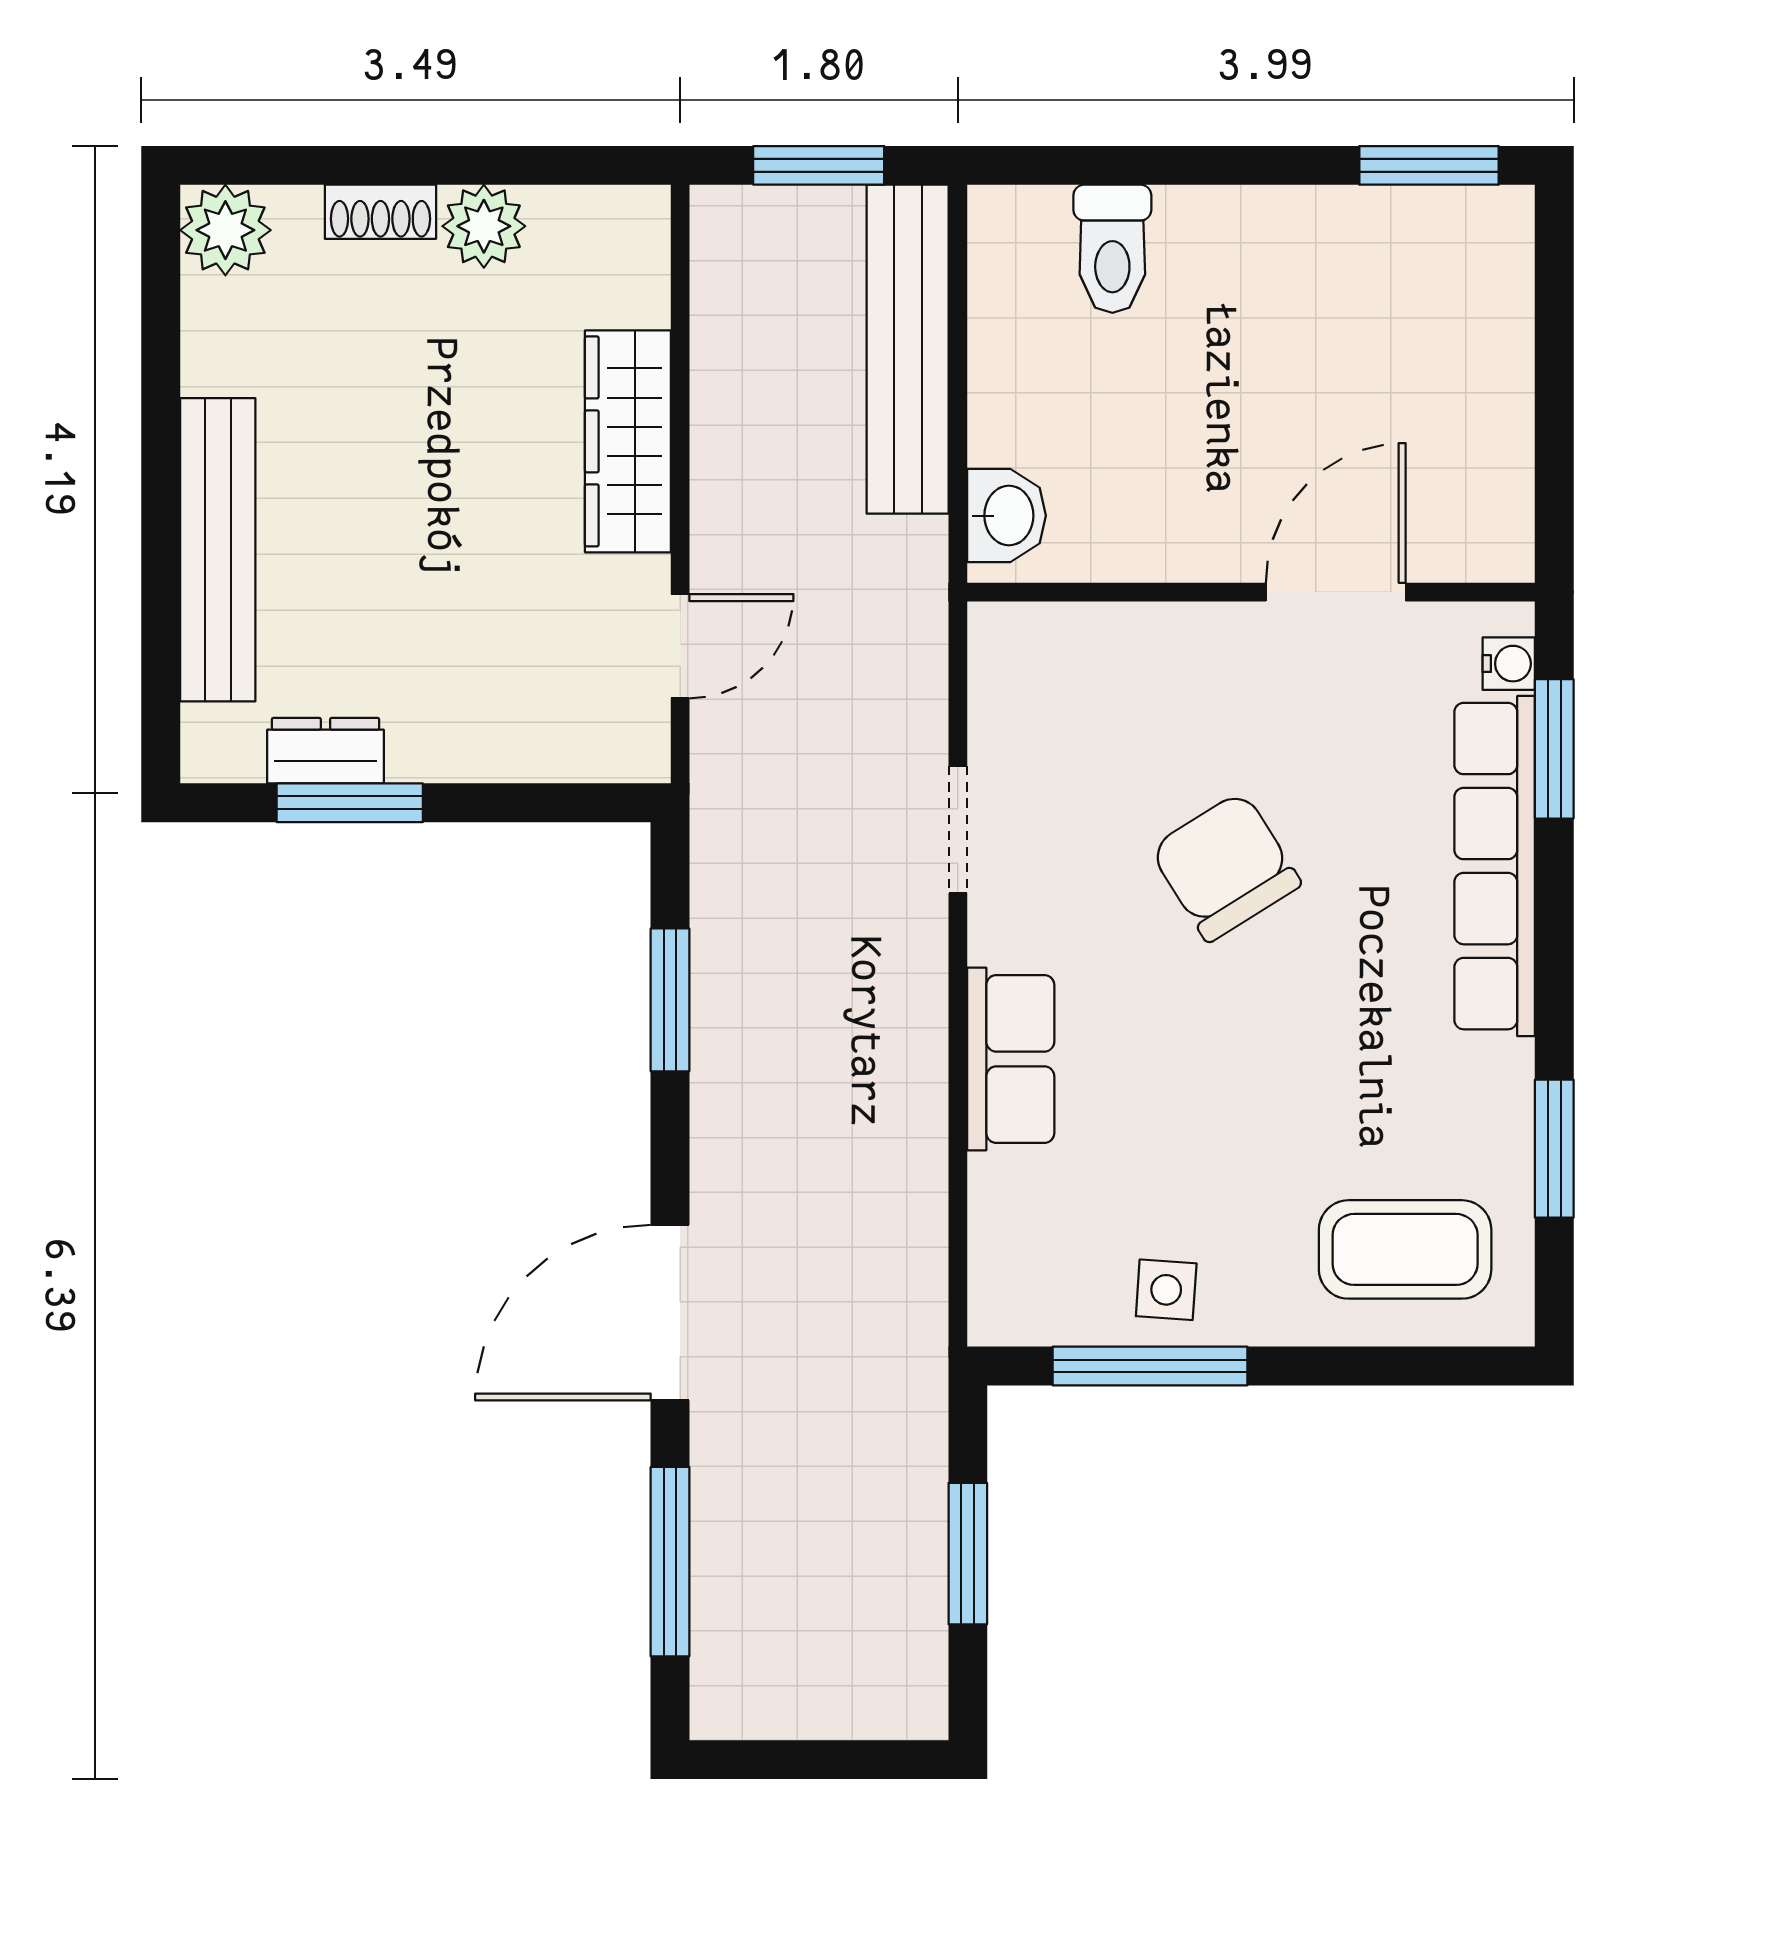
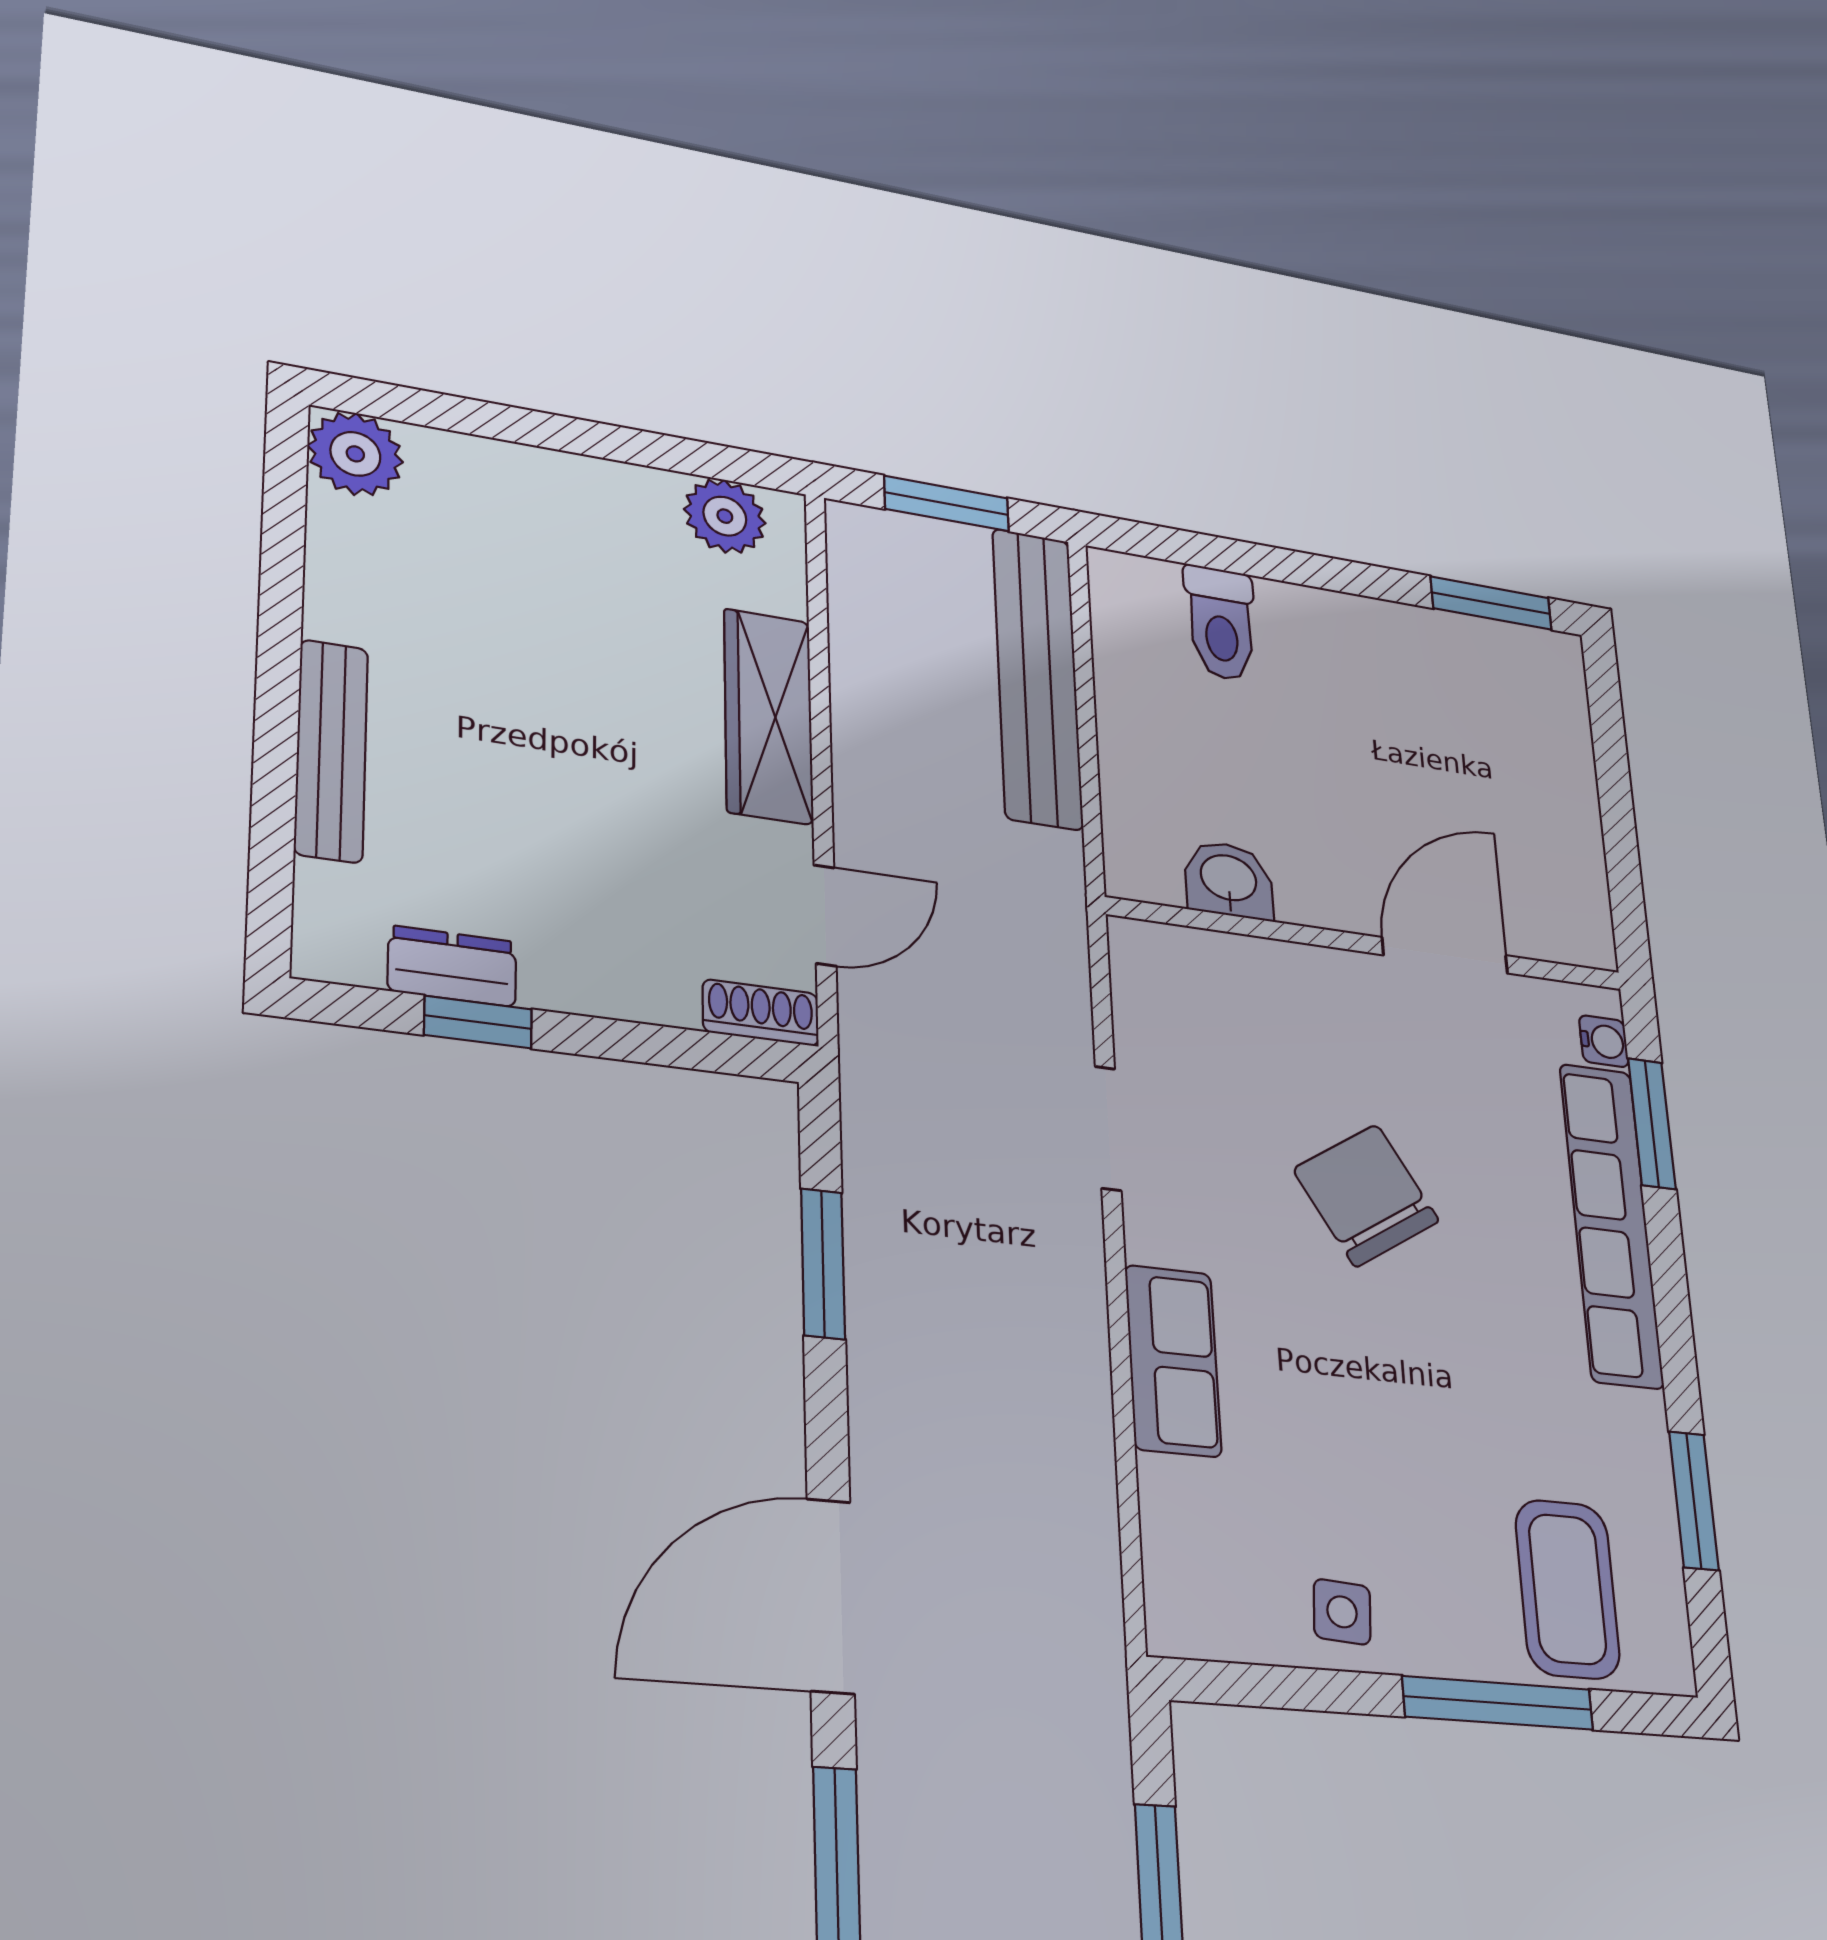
shoe rack: (380, 212) -> (761, 1013), moved, turned 180
plant: (484, 226) -> (725, 516), moved
washbasin: (1007, 516) -> (1229, 880), moved, turned -90
bench: (218, 550) -> (331, 751), width x0.73, depth x0.82
window: (350, 803) -> (478, 1022), width x0.67
coffee table: (1405, 1249) -> (1567, 1589), turned 90
window: (1150, 1366) -> (1498, 1703), moved

